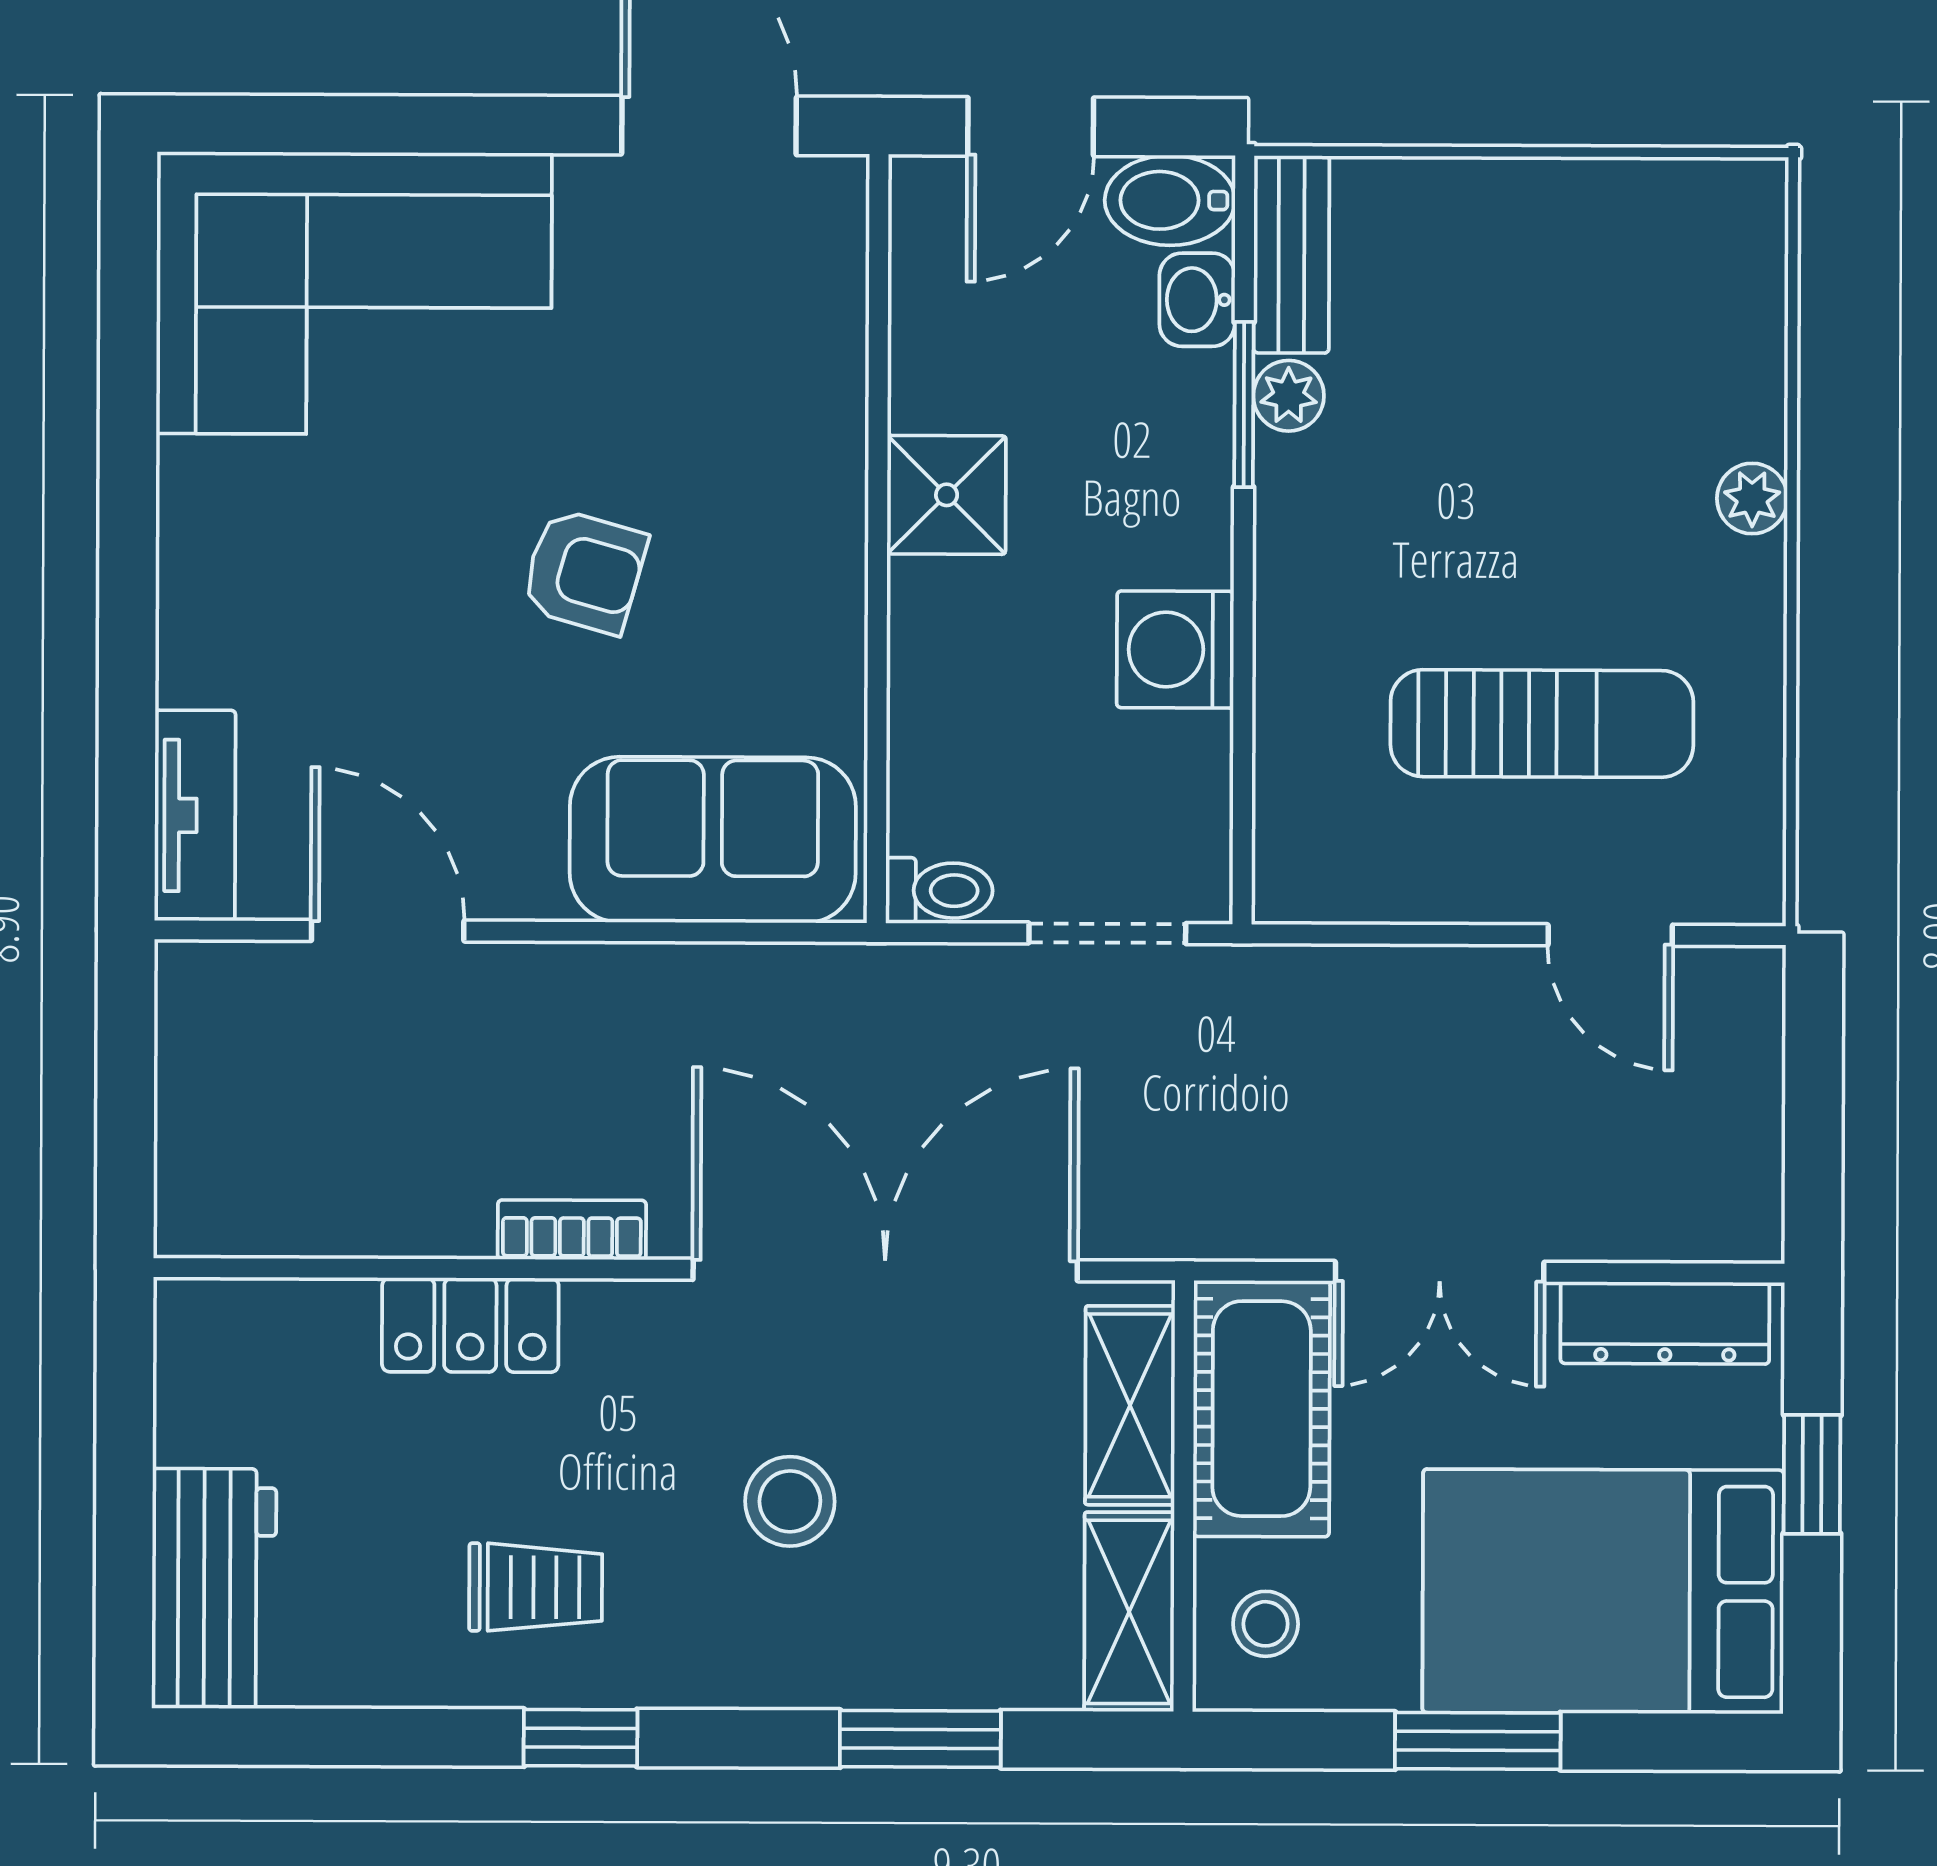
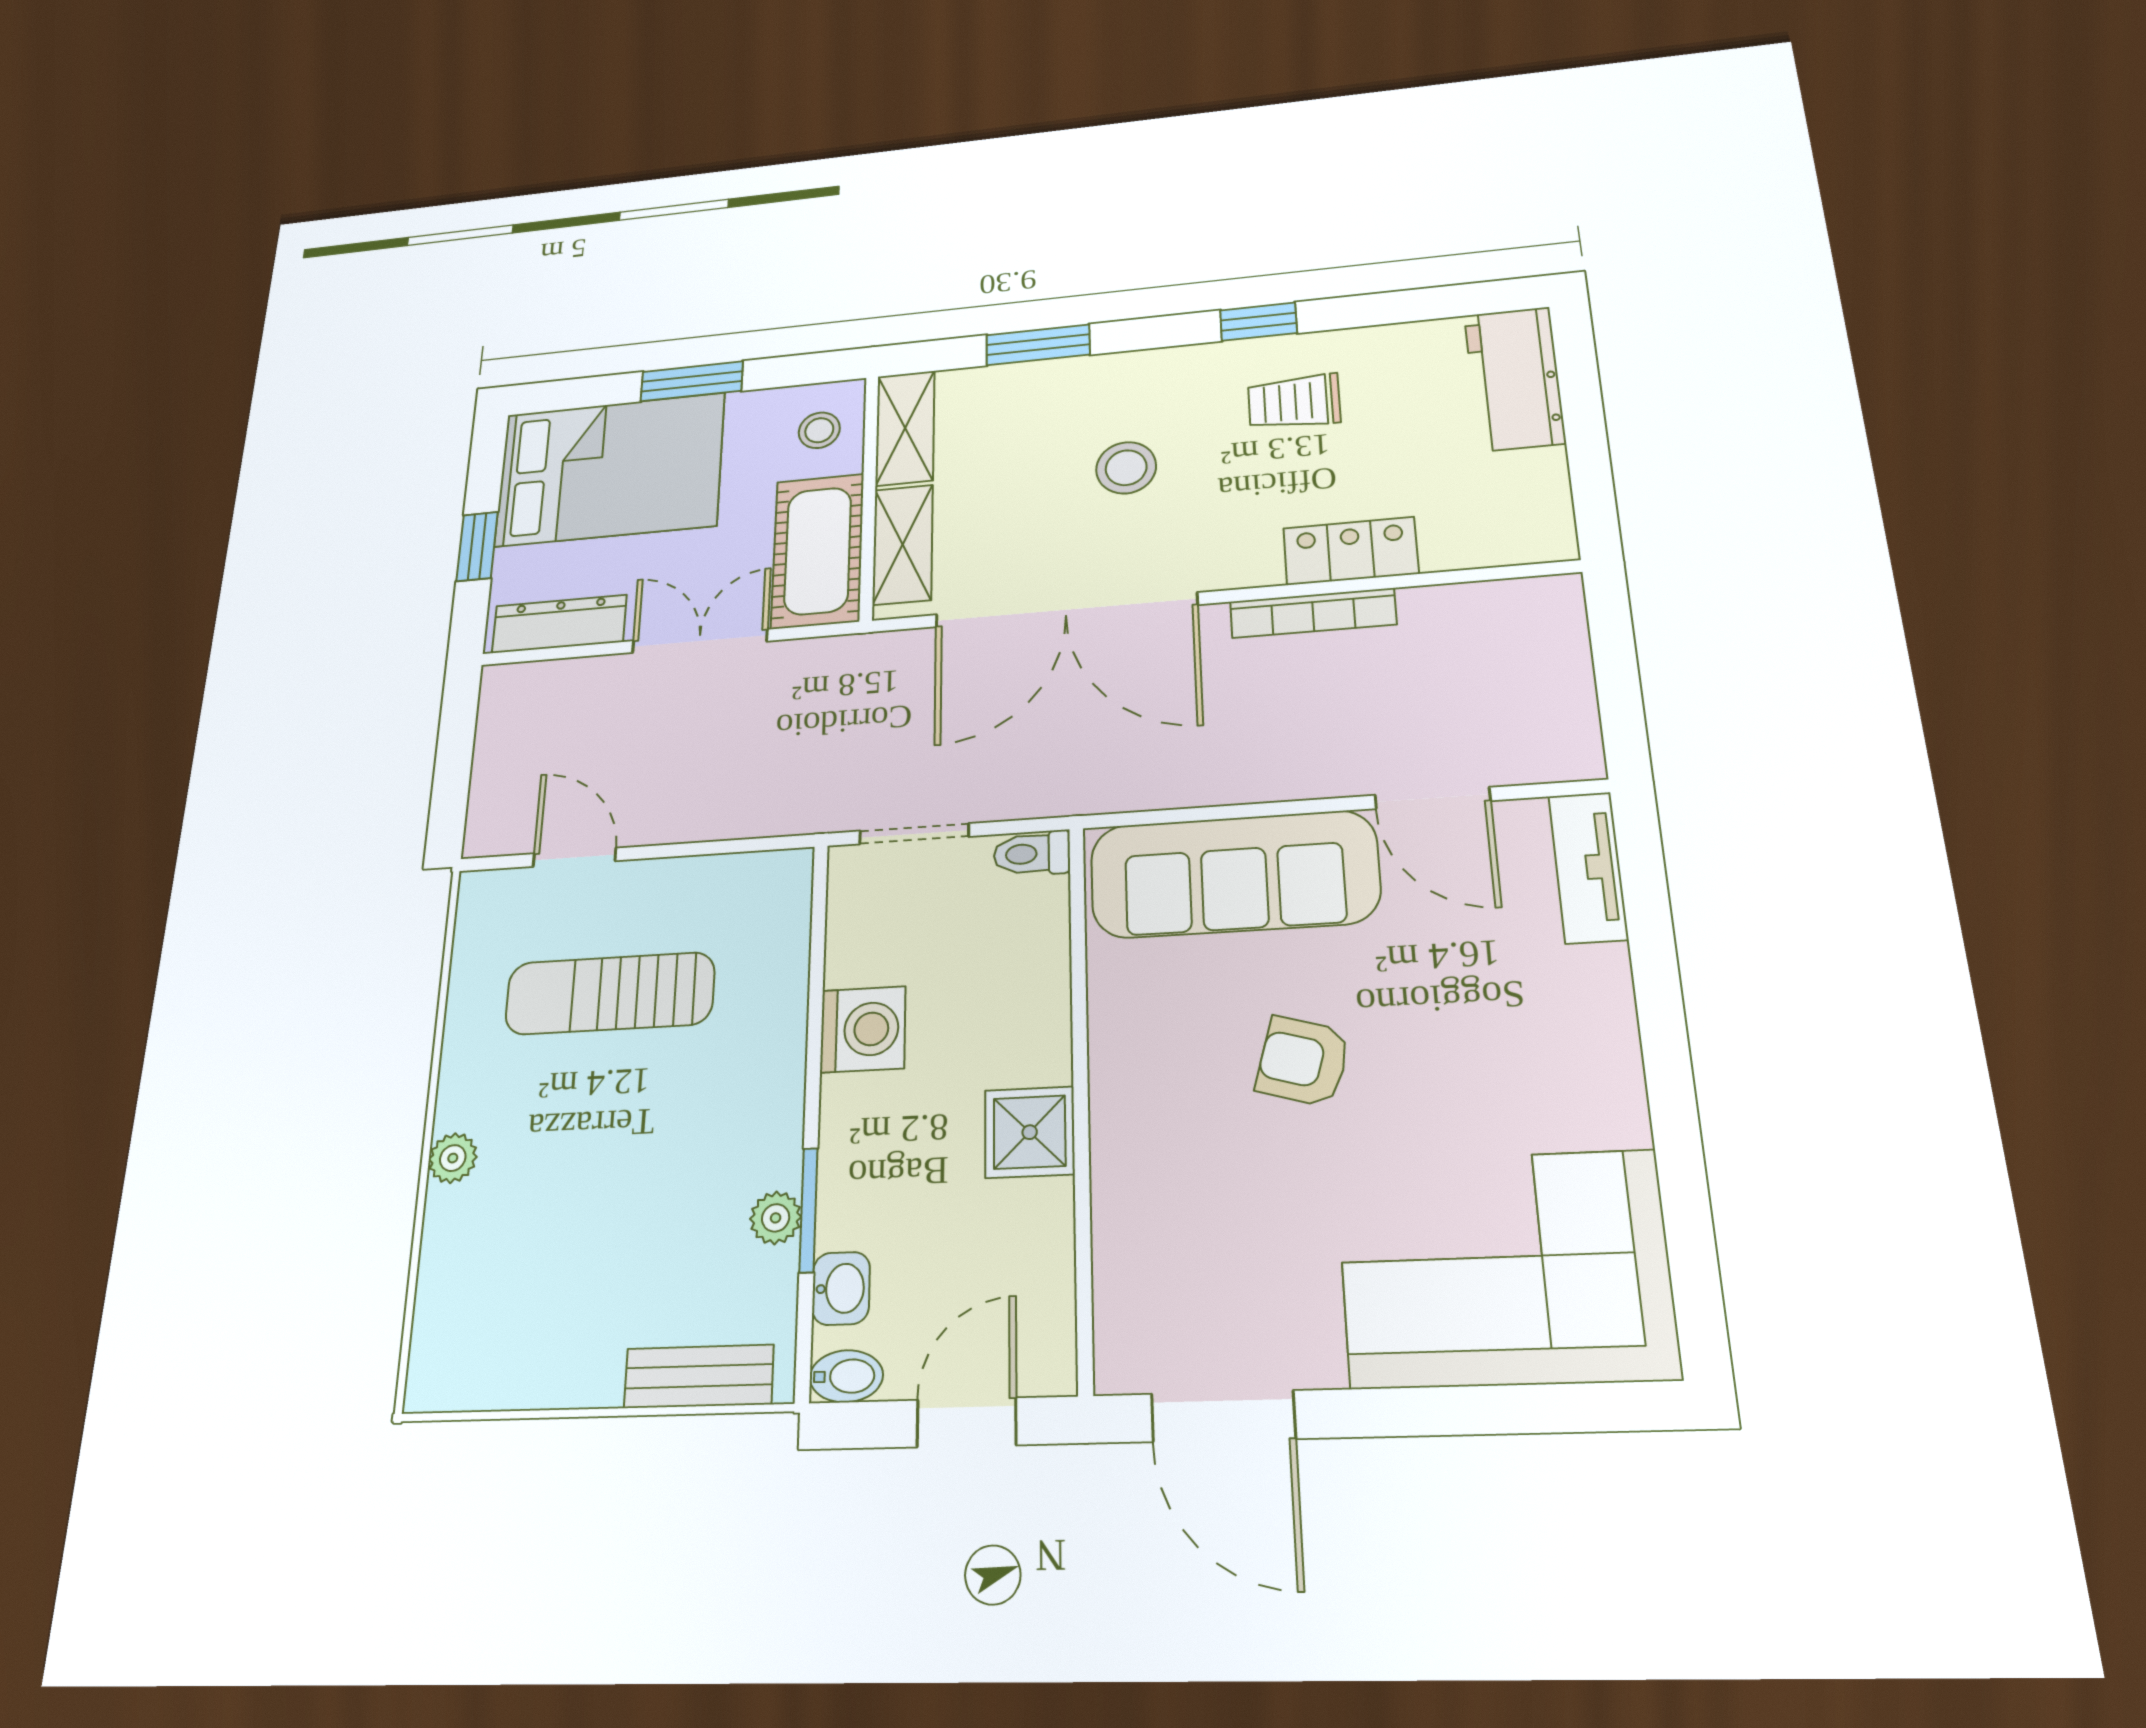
bidet: (1170, 200) -> (846, 1376), width x0.72, depth x0.74
bench: (1291, 254) -> (699, 1376), moved, turned 90
sofa: (713, 840) -> (1234, 874), width x1.36
bookcase: (572, 1230) -> (1313, 613), width x1.56

